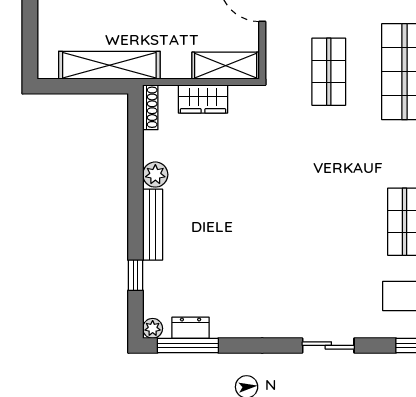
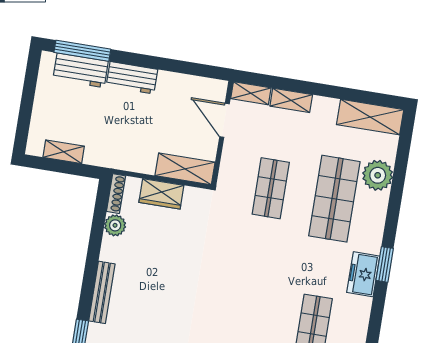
shelving: (109, 65) -> (64, 152), width x0.45, depth x0.75
plant: (155, 175) -> (115, 225), moved

